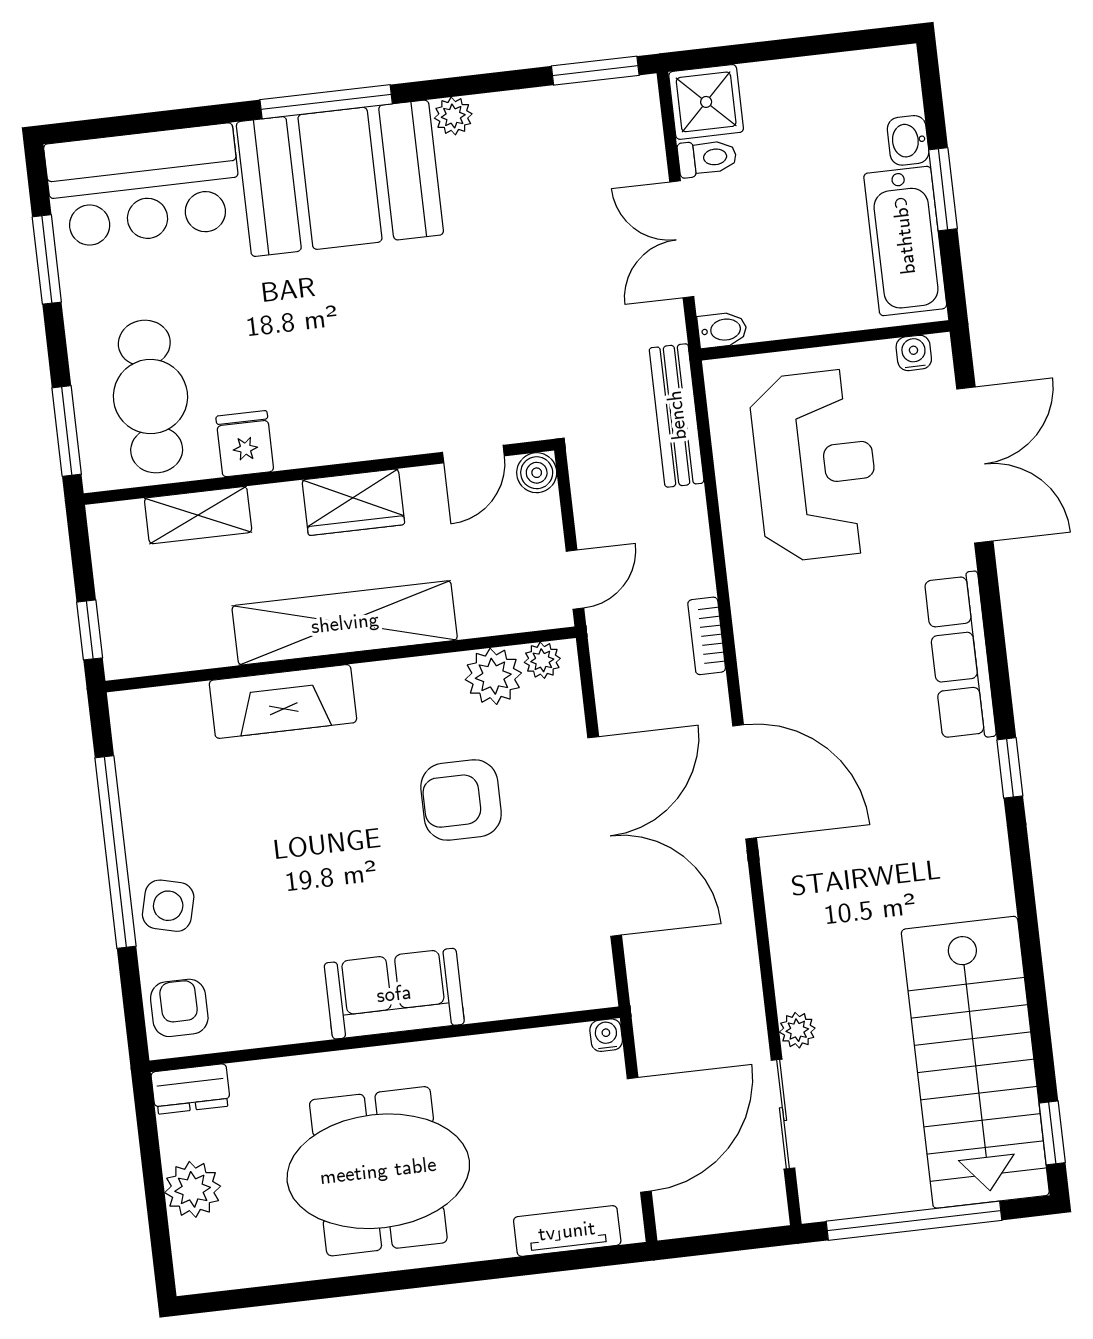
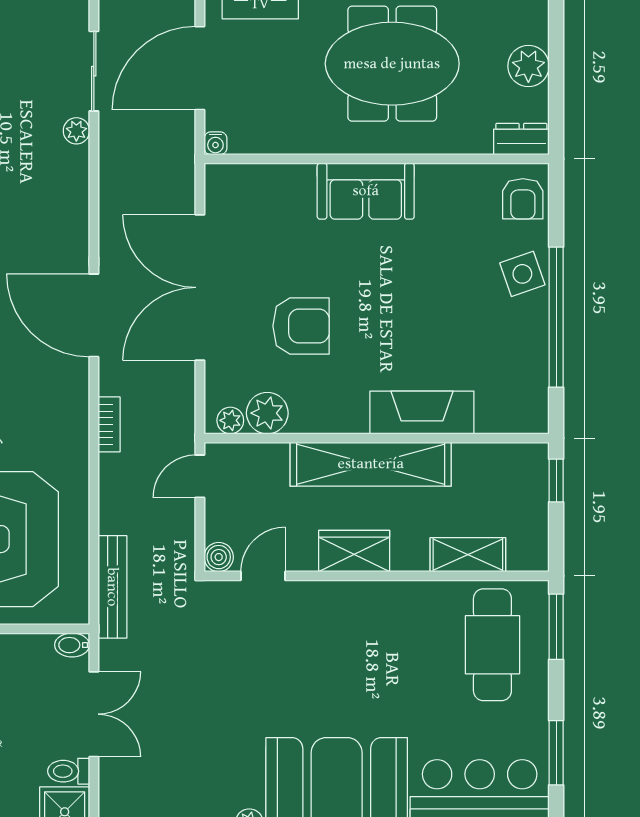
fridge: (245, 444) -> (428, 603), removed
side table: (168, 906) -> (522, 274), turned -33

